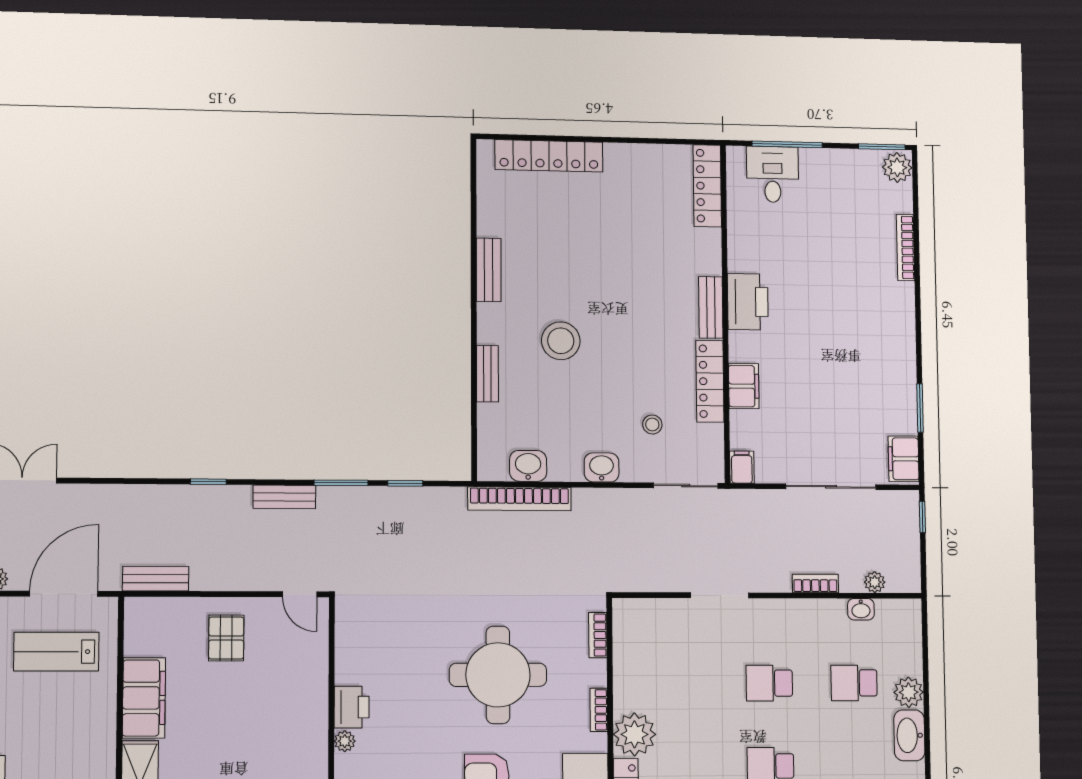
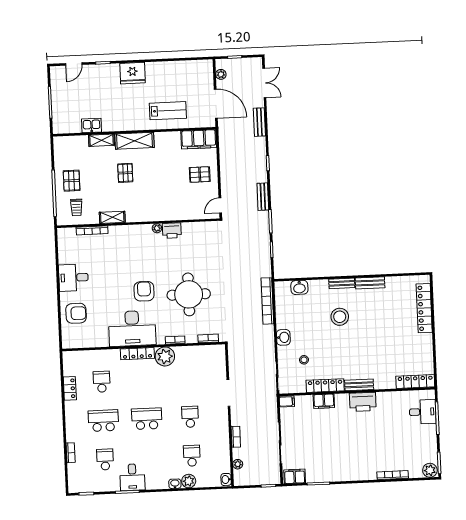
bench: (487, 374) -> (342, 283), moved
washbasin: (528, 466) -> (299, 287), moved, turned 90
bench: (156, 579) -> (259, 122), moved
washbasin: (861, 609) -> (226, 479), moved
lab bench: (56, 652) -> (168, 111), moved, turned 90
filing cabinet: (144, 698) -> (199, 139), moved
washbasin: (909, 735) -> (175, 484), width x0.52, depth x0.69

